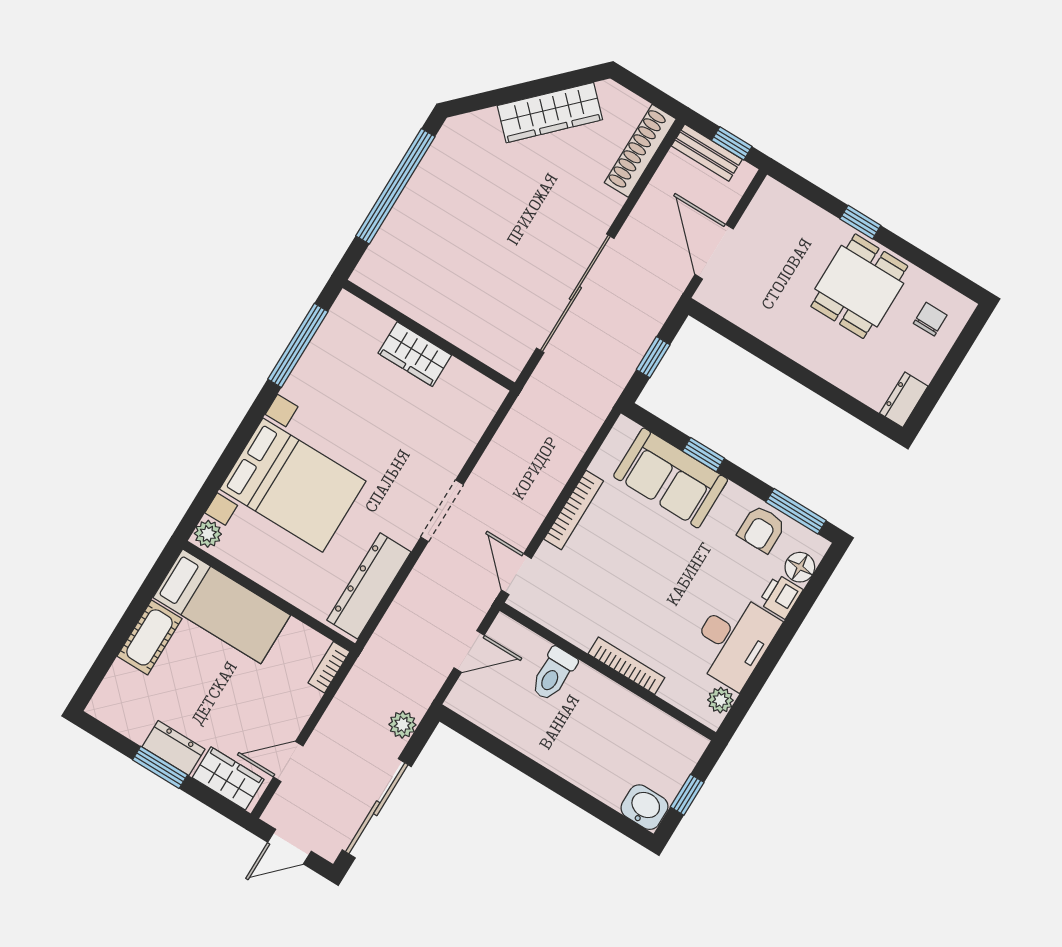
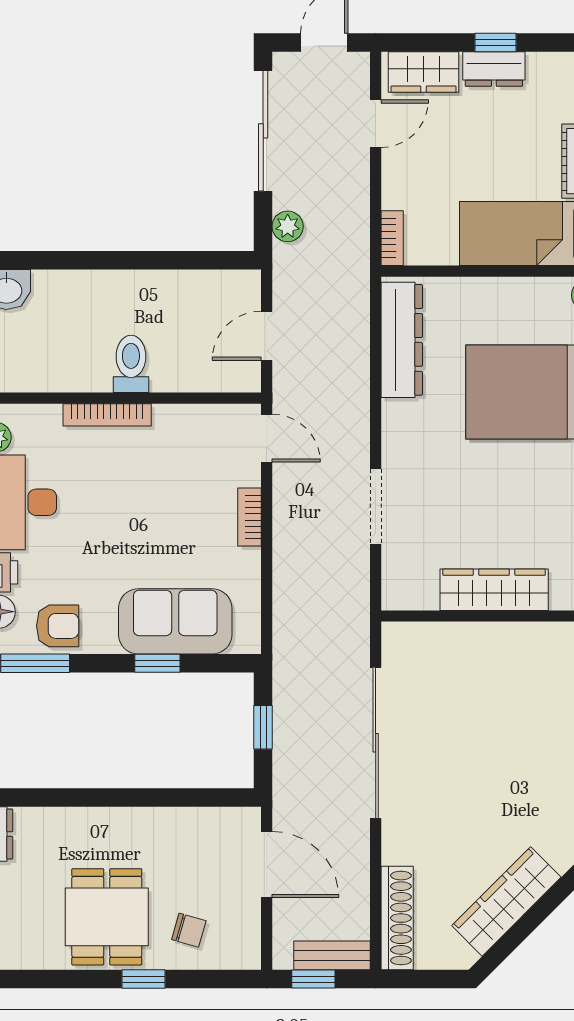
chair: (930, 319) -> (189, 930), moved, turned -74
wardrobe: (415, 354) -> (494, 590), width x1.50
bookcase: (574, 510) -> (250, 517), width x0.64
doorway: (442, 511) -> (376, 506), moved
armchair: (762, 529) -> (58, 626), turned 90
toilet: (553, 674) -> (131, 364), moved
window: (160, 767) -> (496, 42), width x0.67

